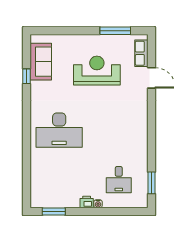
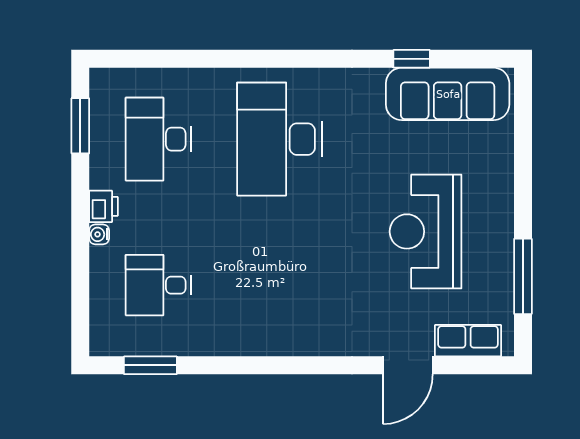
sofa: (41, 62) -> (448, 94), width x1.36
reception desk: (97, 71) -> (426, 231), turned 180
desk: (59, 180) -> (158, 139), added

